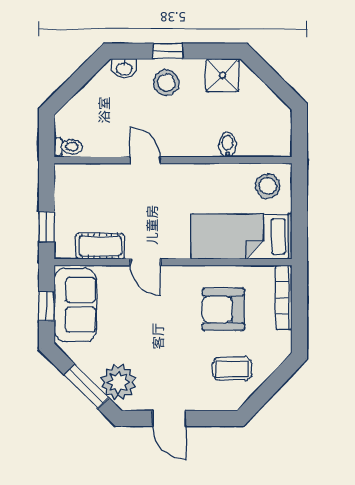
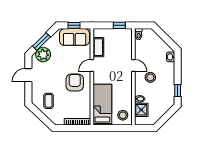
window: (168, 51) -> (178, 91), moved
shower: (222, 75) -> (141, 110), moved
stool: (166, 83) -> (150, 77), moved
door: (145, 160) -> (133, 65), hinge flipped
window: (47, 227) -> (119, 25), moved
armchair: (223, 309) -> (75, 82), moved

